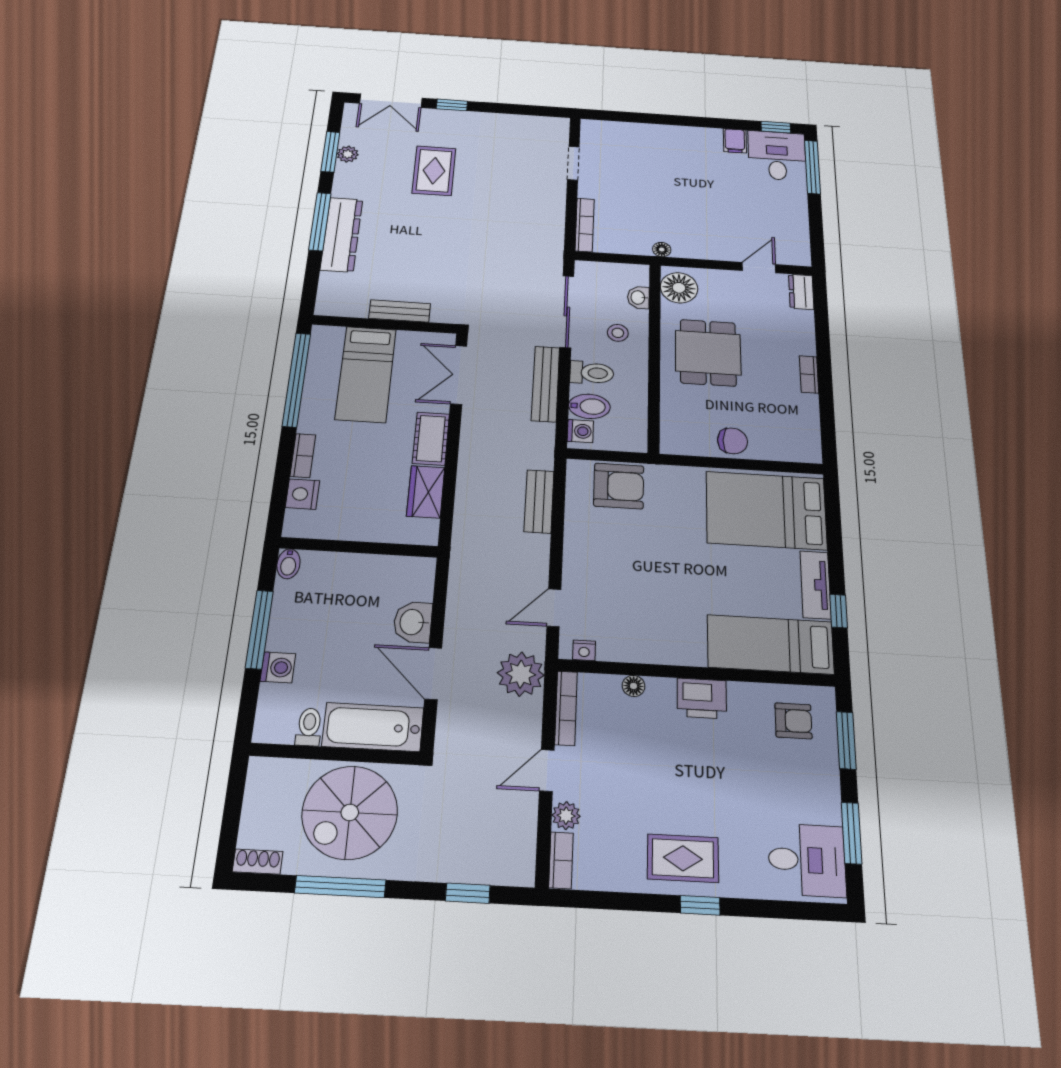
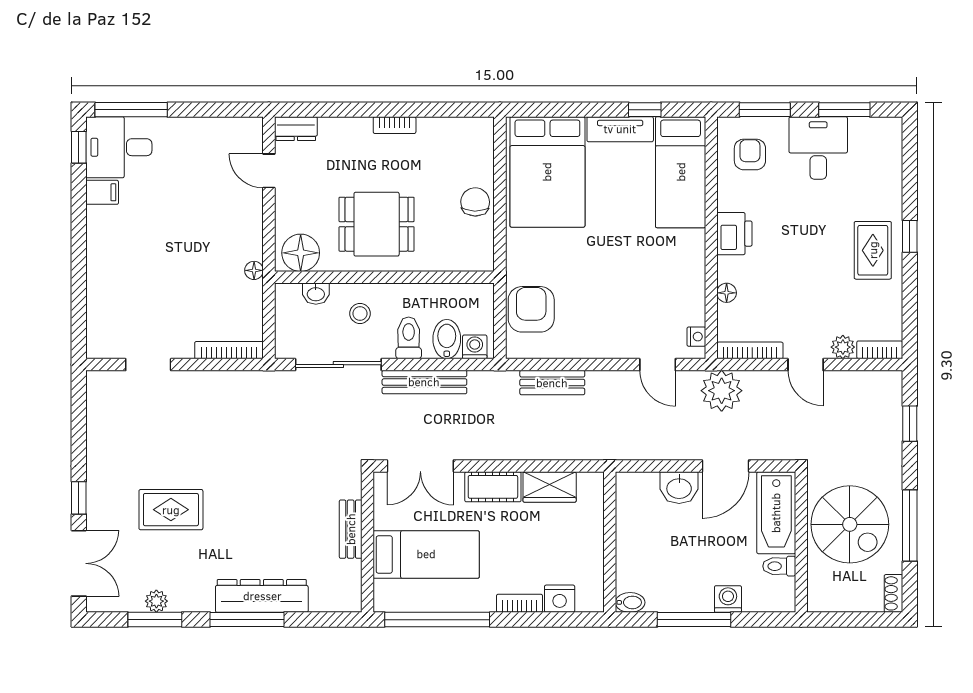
desk: (807, 860) -> (818, 148), moved

